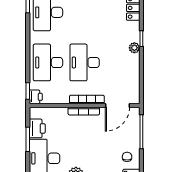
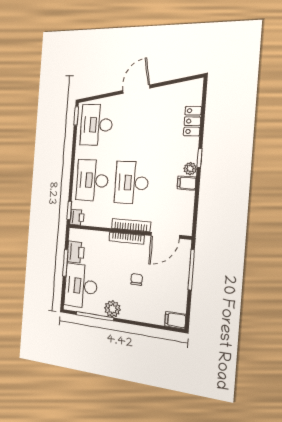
filing cabinet: (132, 60) -> (187, 183), added
chair: (127, 157) -> (137, 279), moved

